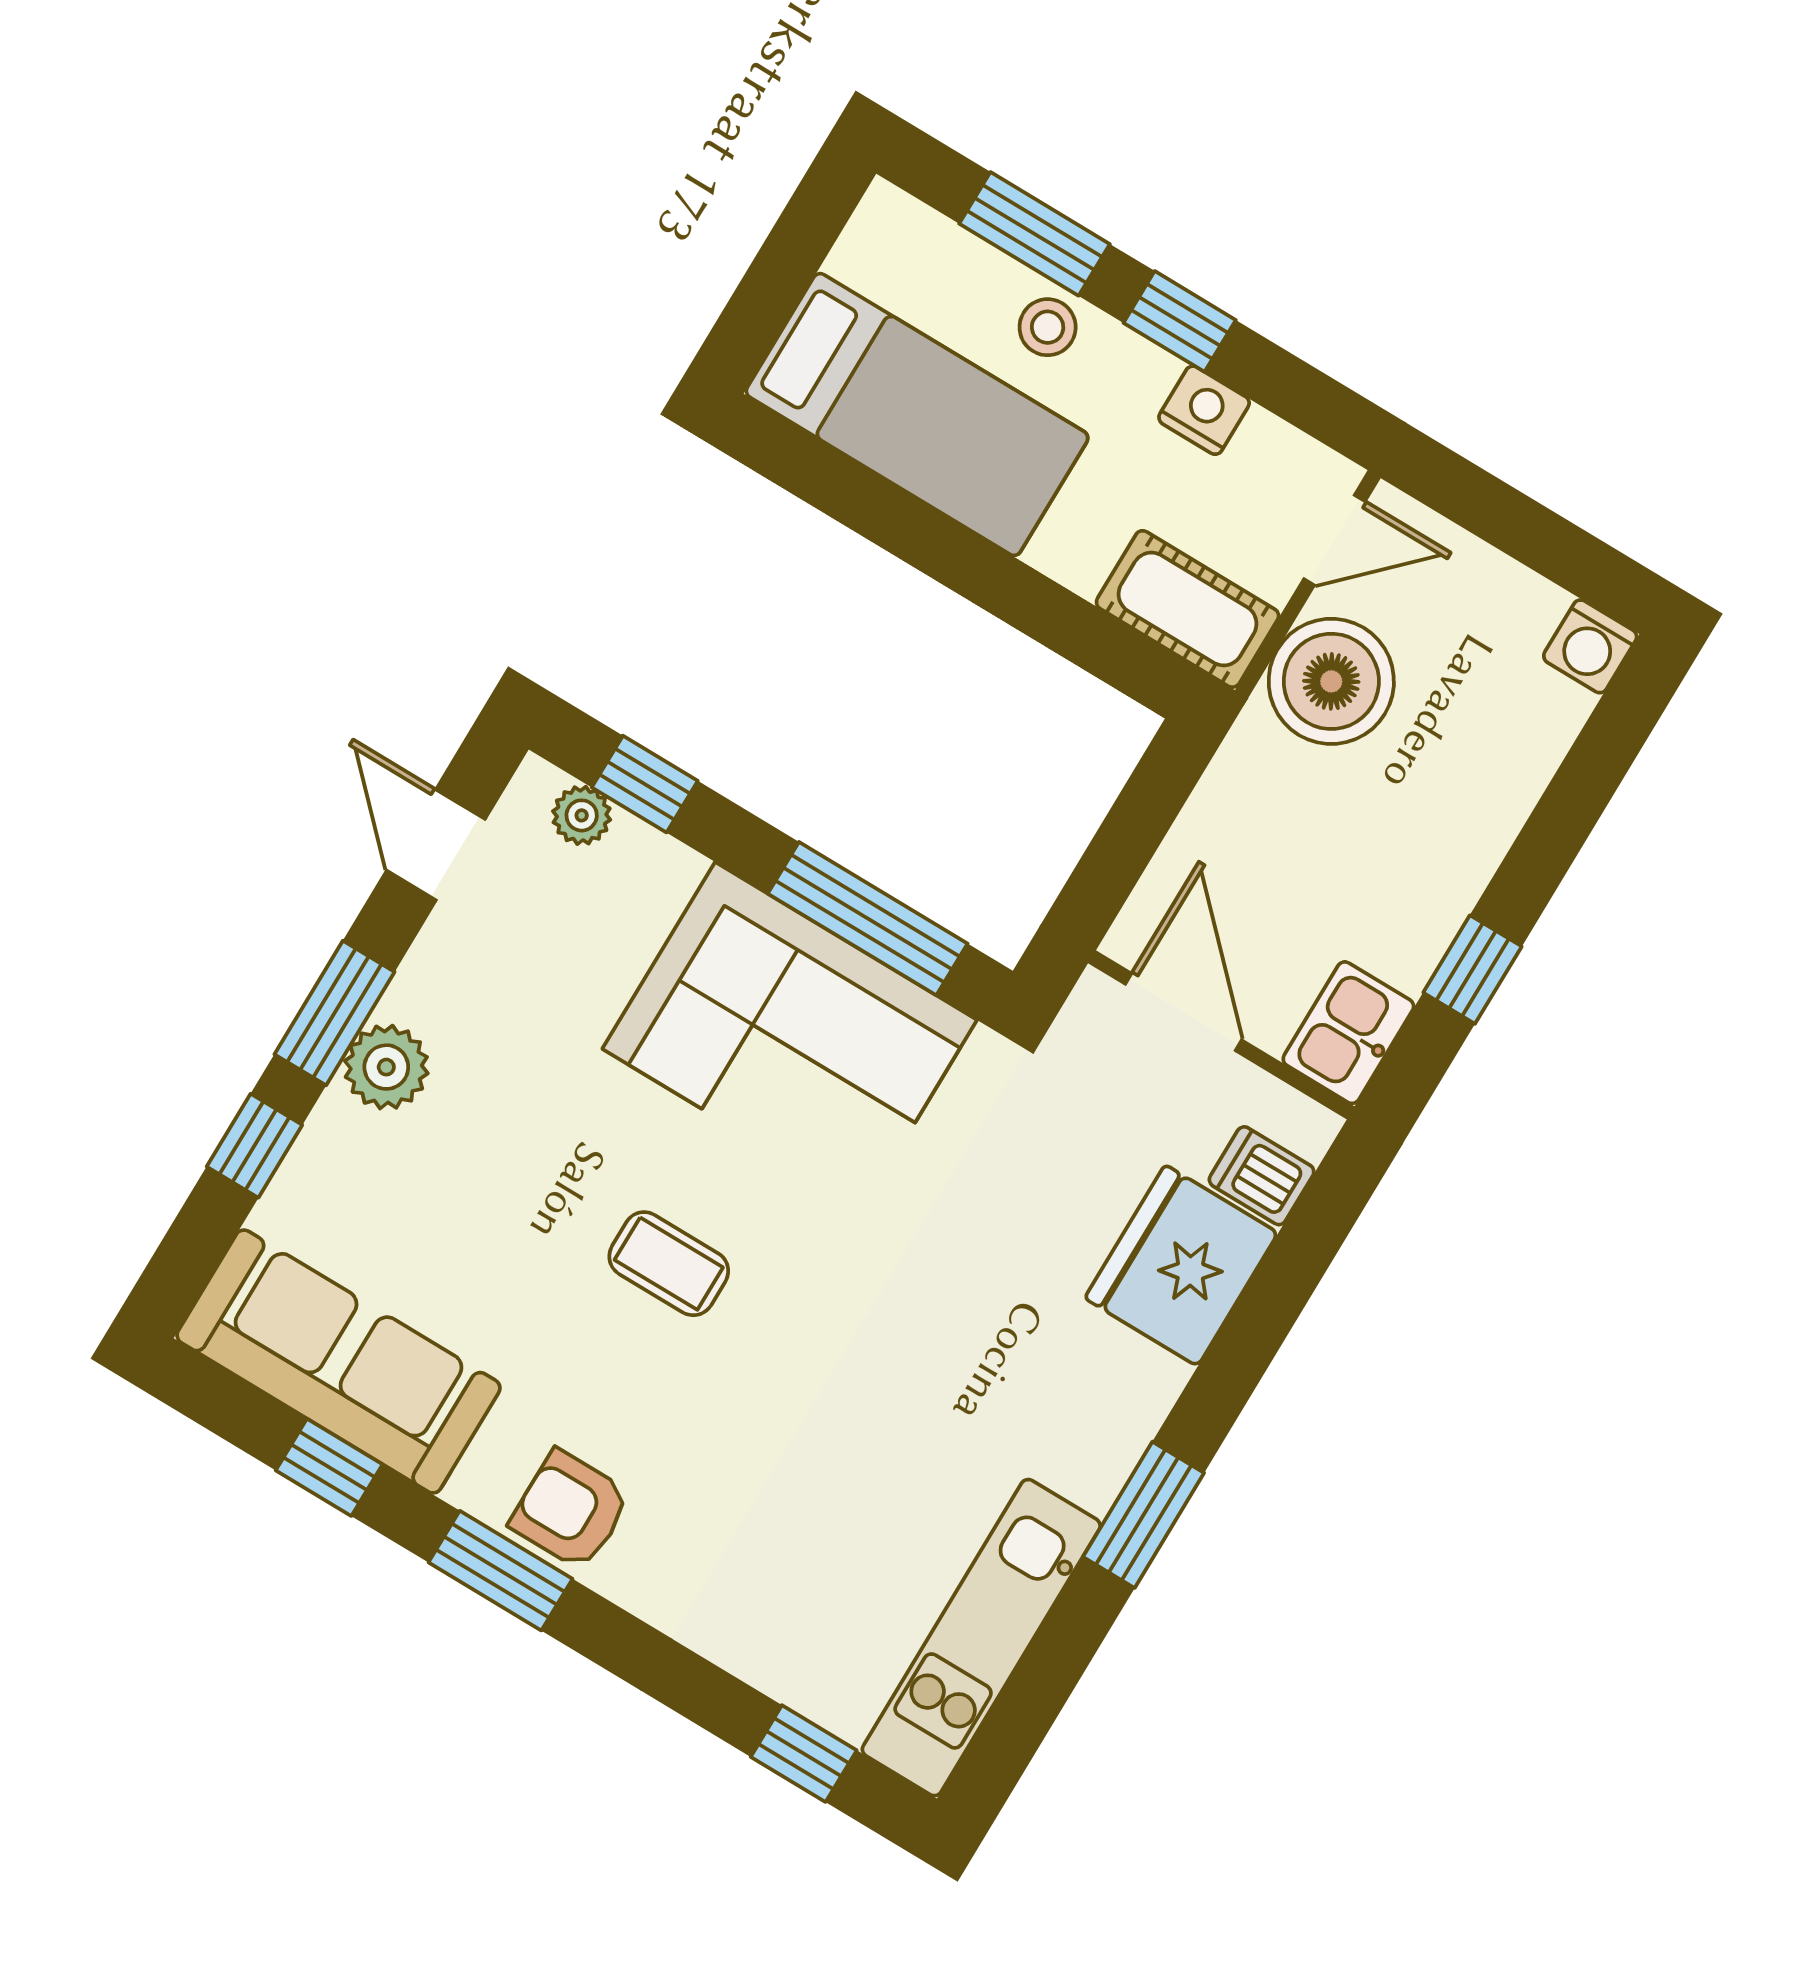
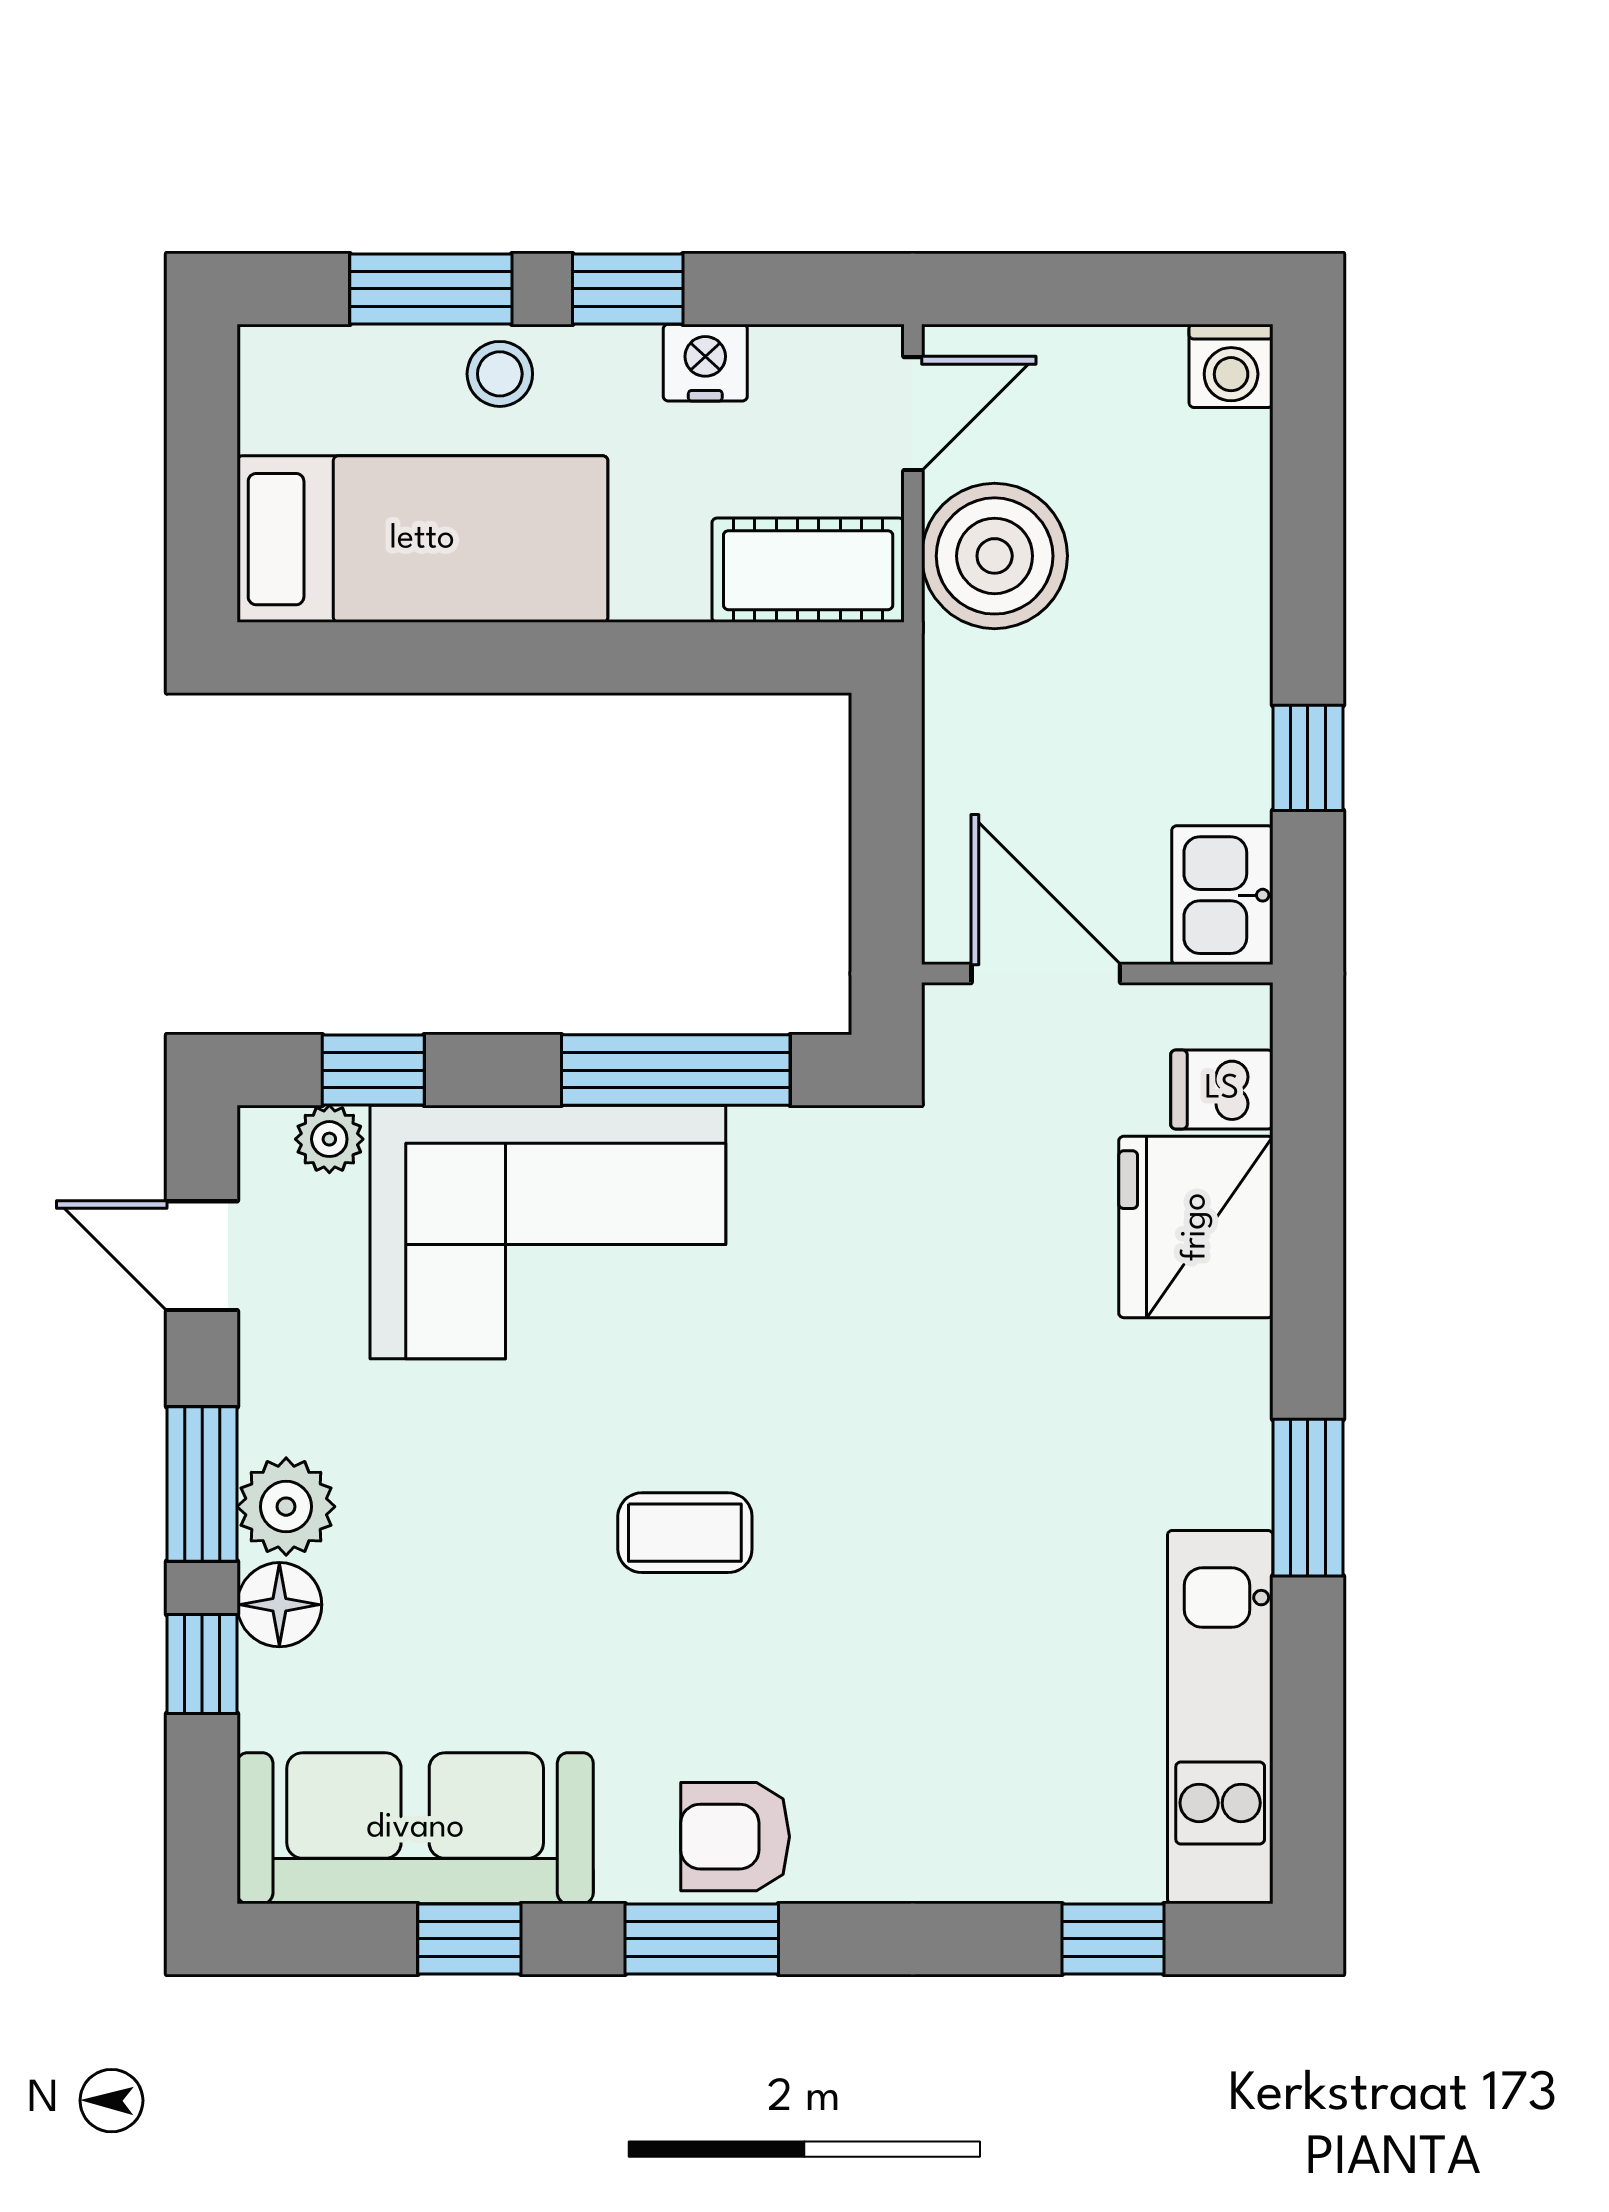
corner sofa: (790, 1034) -> (548, 1232), moved
floor lamp: (338, 1136) -> (279, 1605), added

